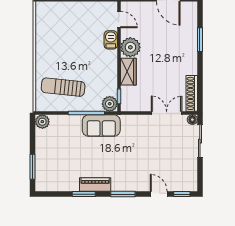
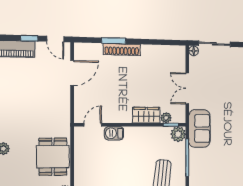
plant: (130, 47) -> (166, 118), moved, width x0.53, depth x0.53
shoe rack: (192, 93) -> (122, 49), moved
double door: (167, 113) -> (187, 88), moved
sofa: (101, 126) -> (199, 128), moved

